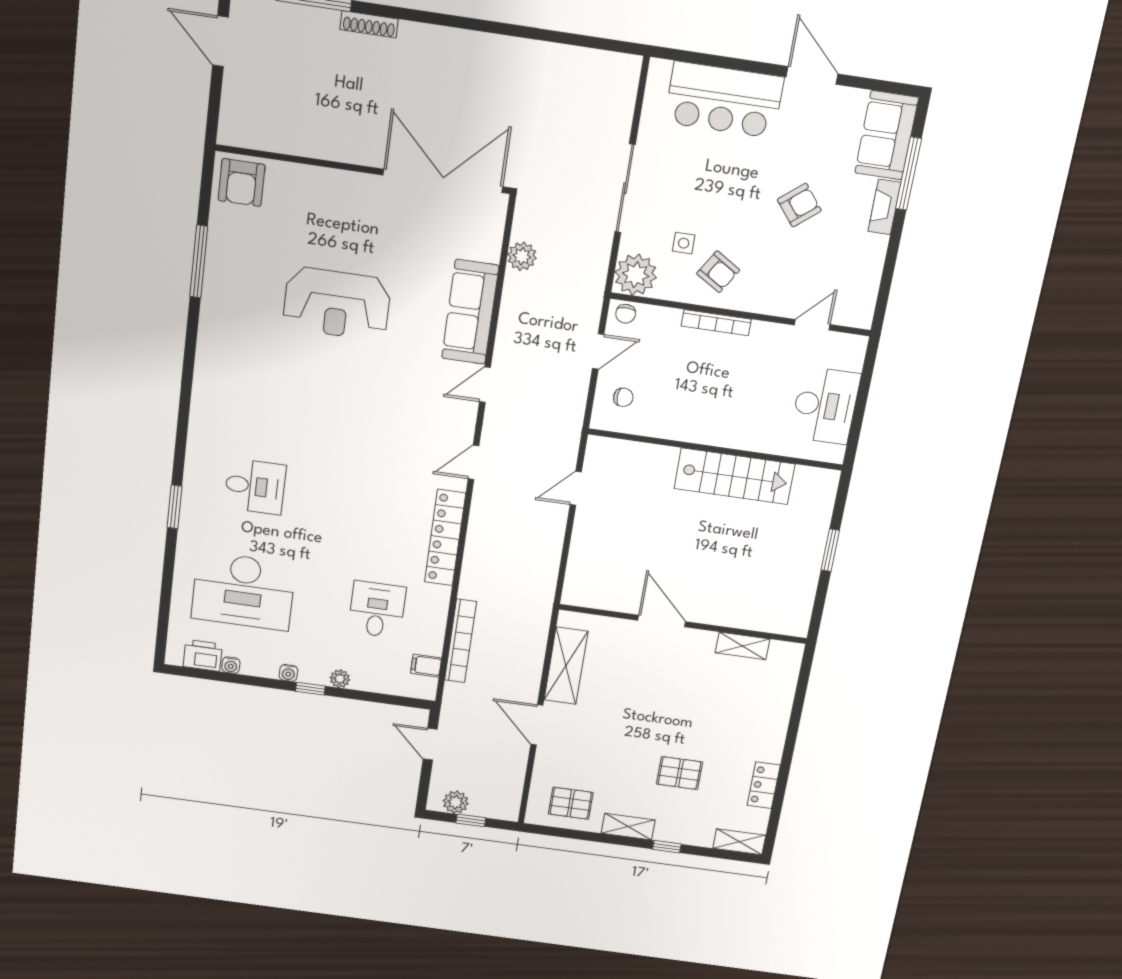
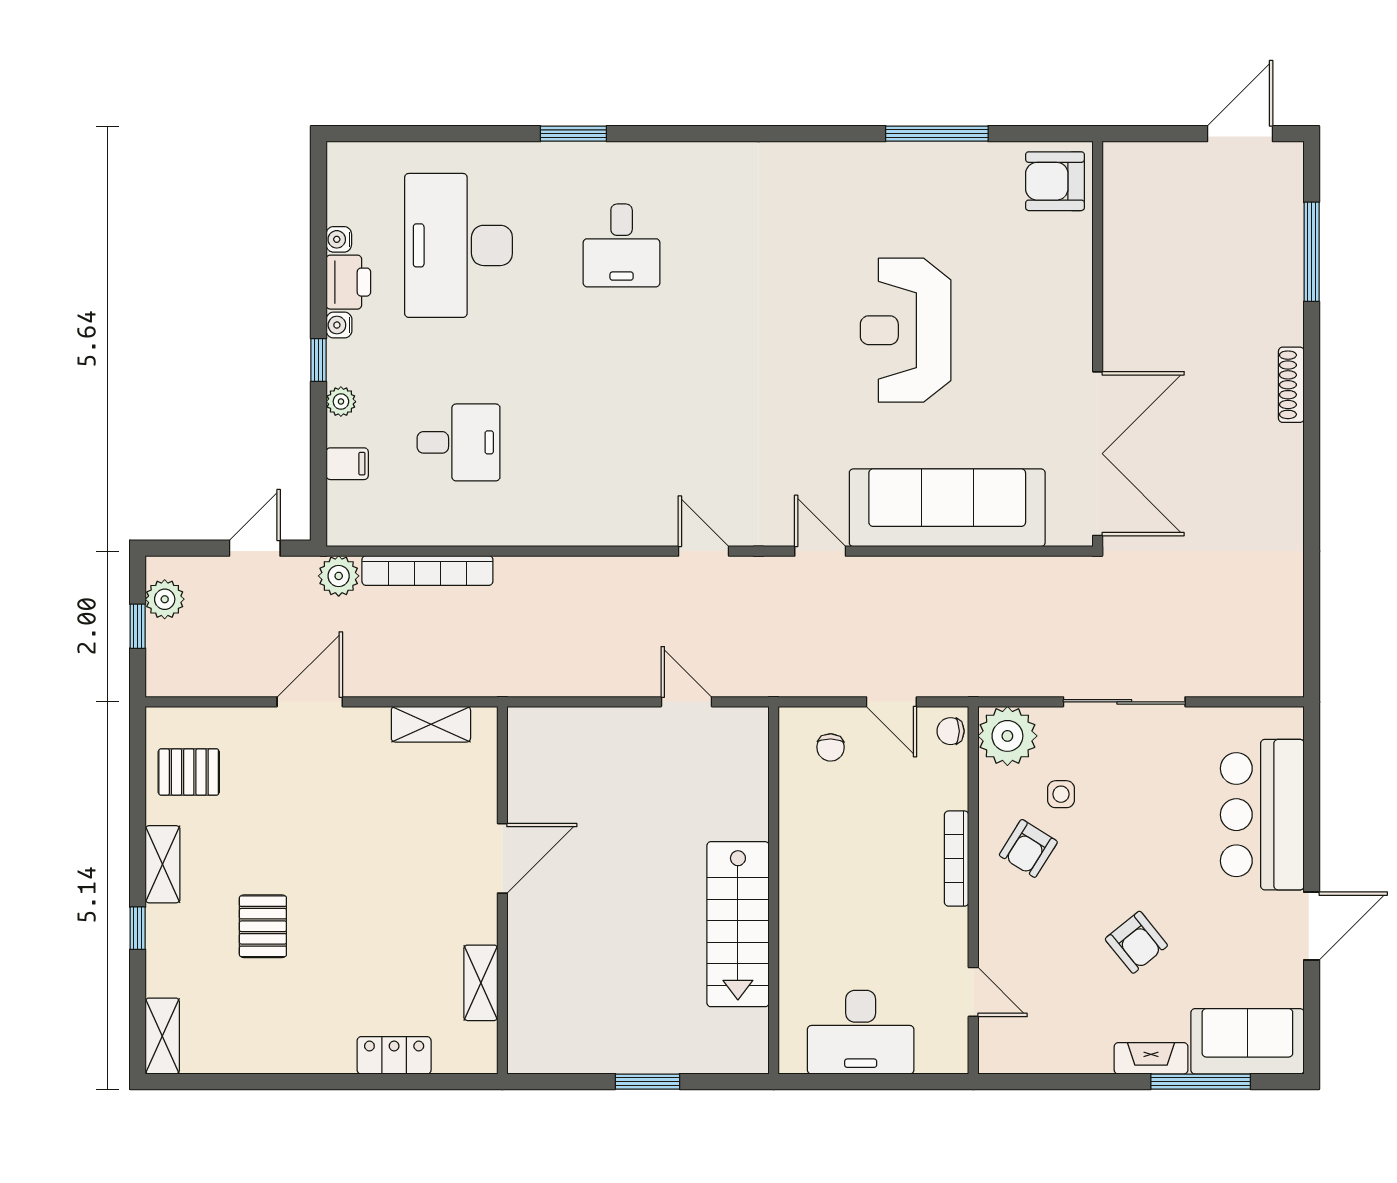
shoe rack: (369, 24) -> (1291, 385), moved
plant: (522, 256) -> (339, 576), moved
sofa: (470, 312) -> (947, 508), width x1.36, depth x1.27
locker: (445, 538) -> (584, 526), removed
printer: (203, 655) -> (348, 282), moved
filing cabinet: (426, 666) -> (347, 464), moved, turned 90
shelving: (566, 666) -> (431, 724), width x0.67, depth x0.75
locker: (764, 785) -> (394, 1055), moved
pallet: (571, 803) -> (189, 772), turned 90

